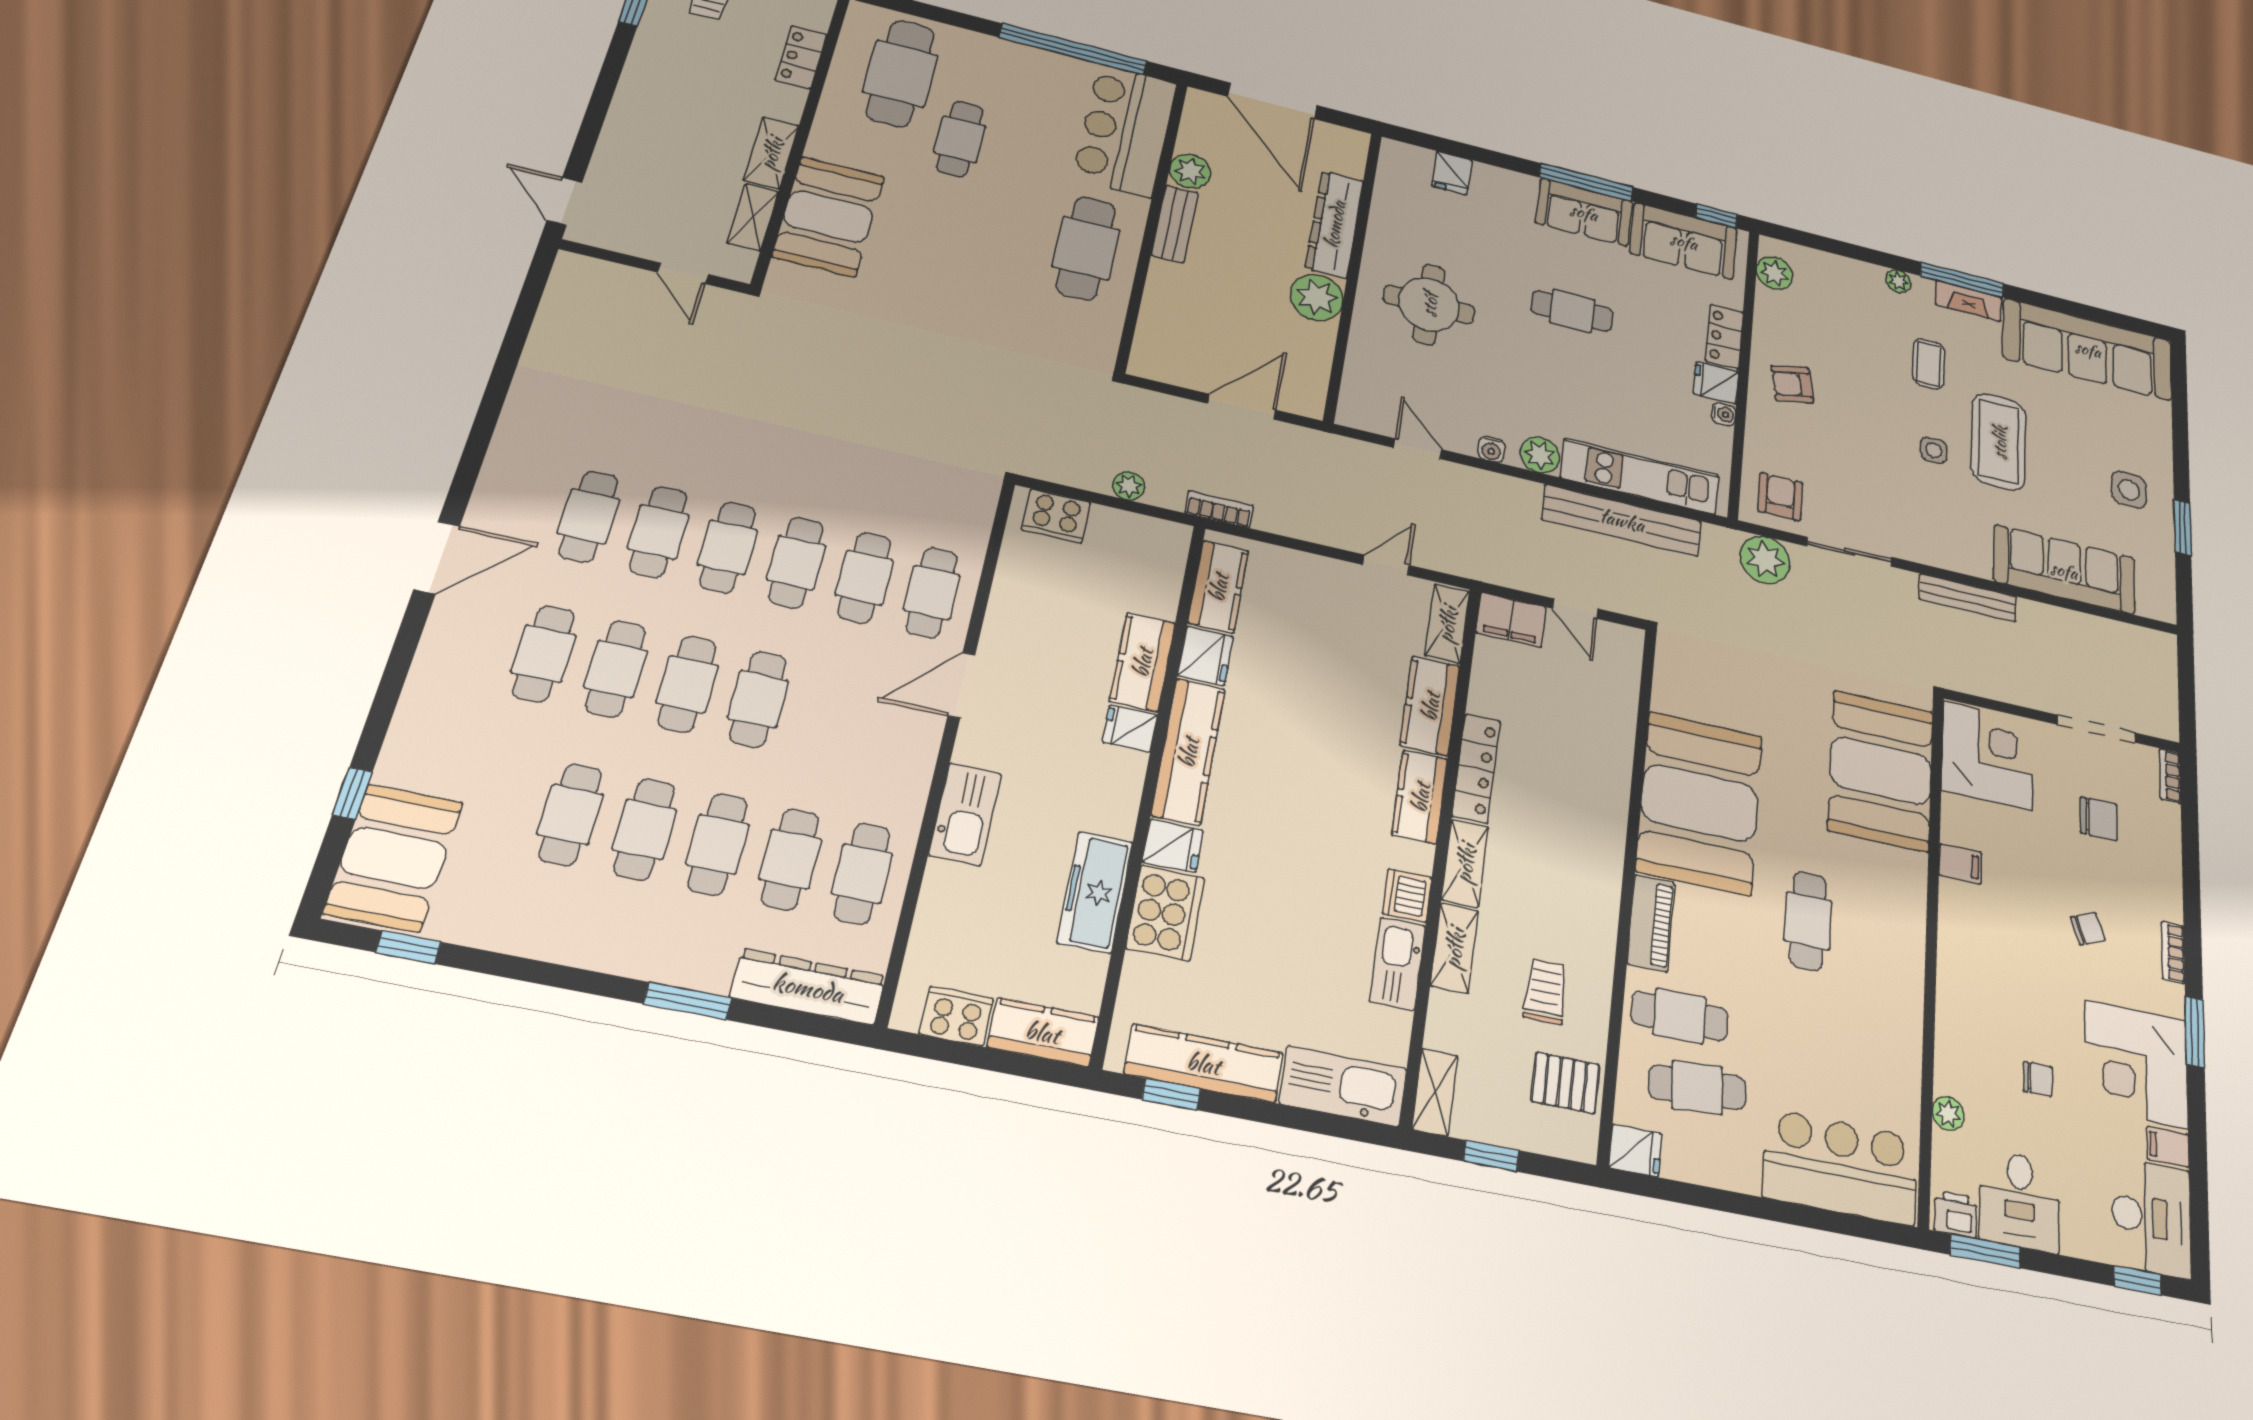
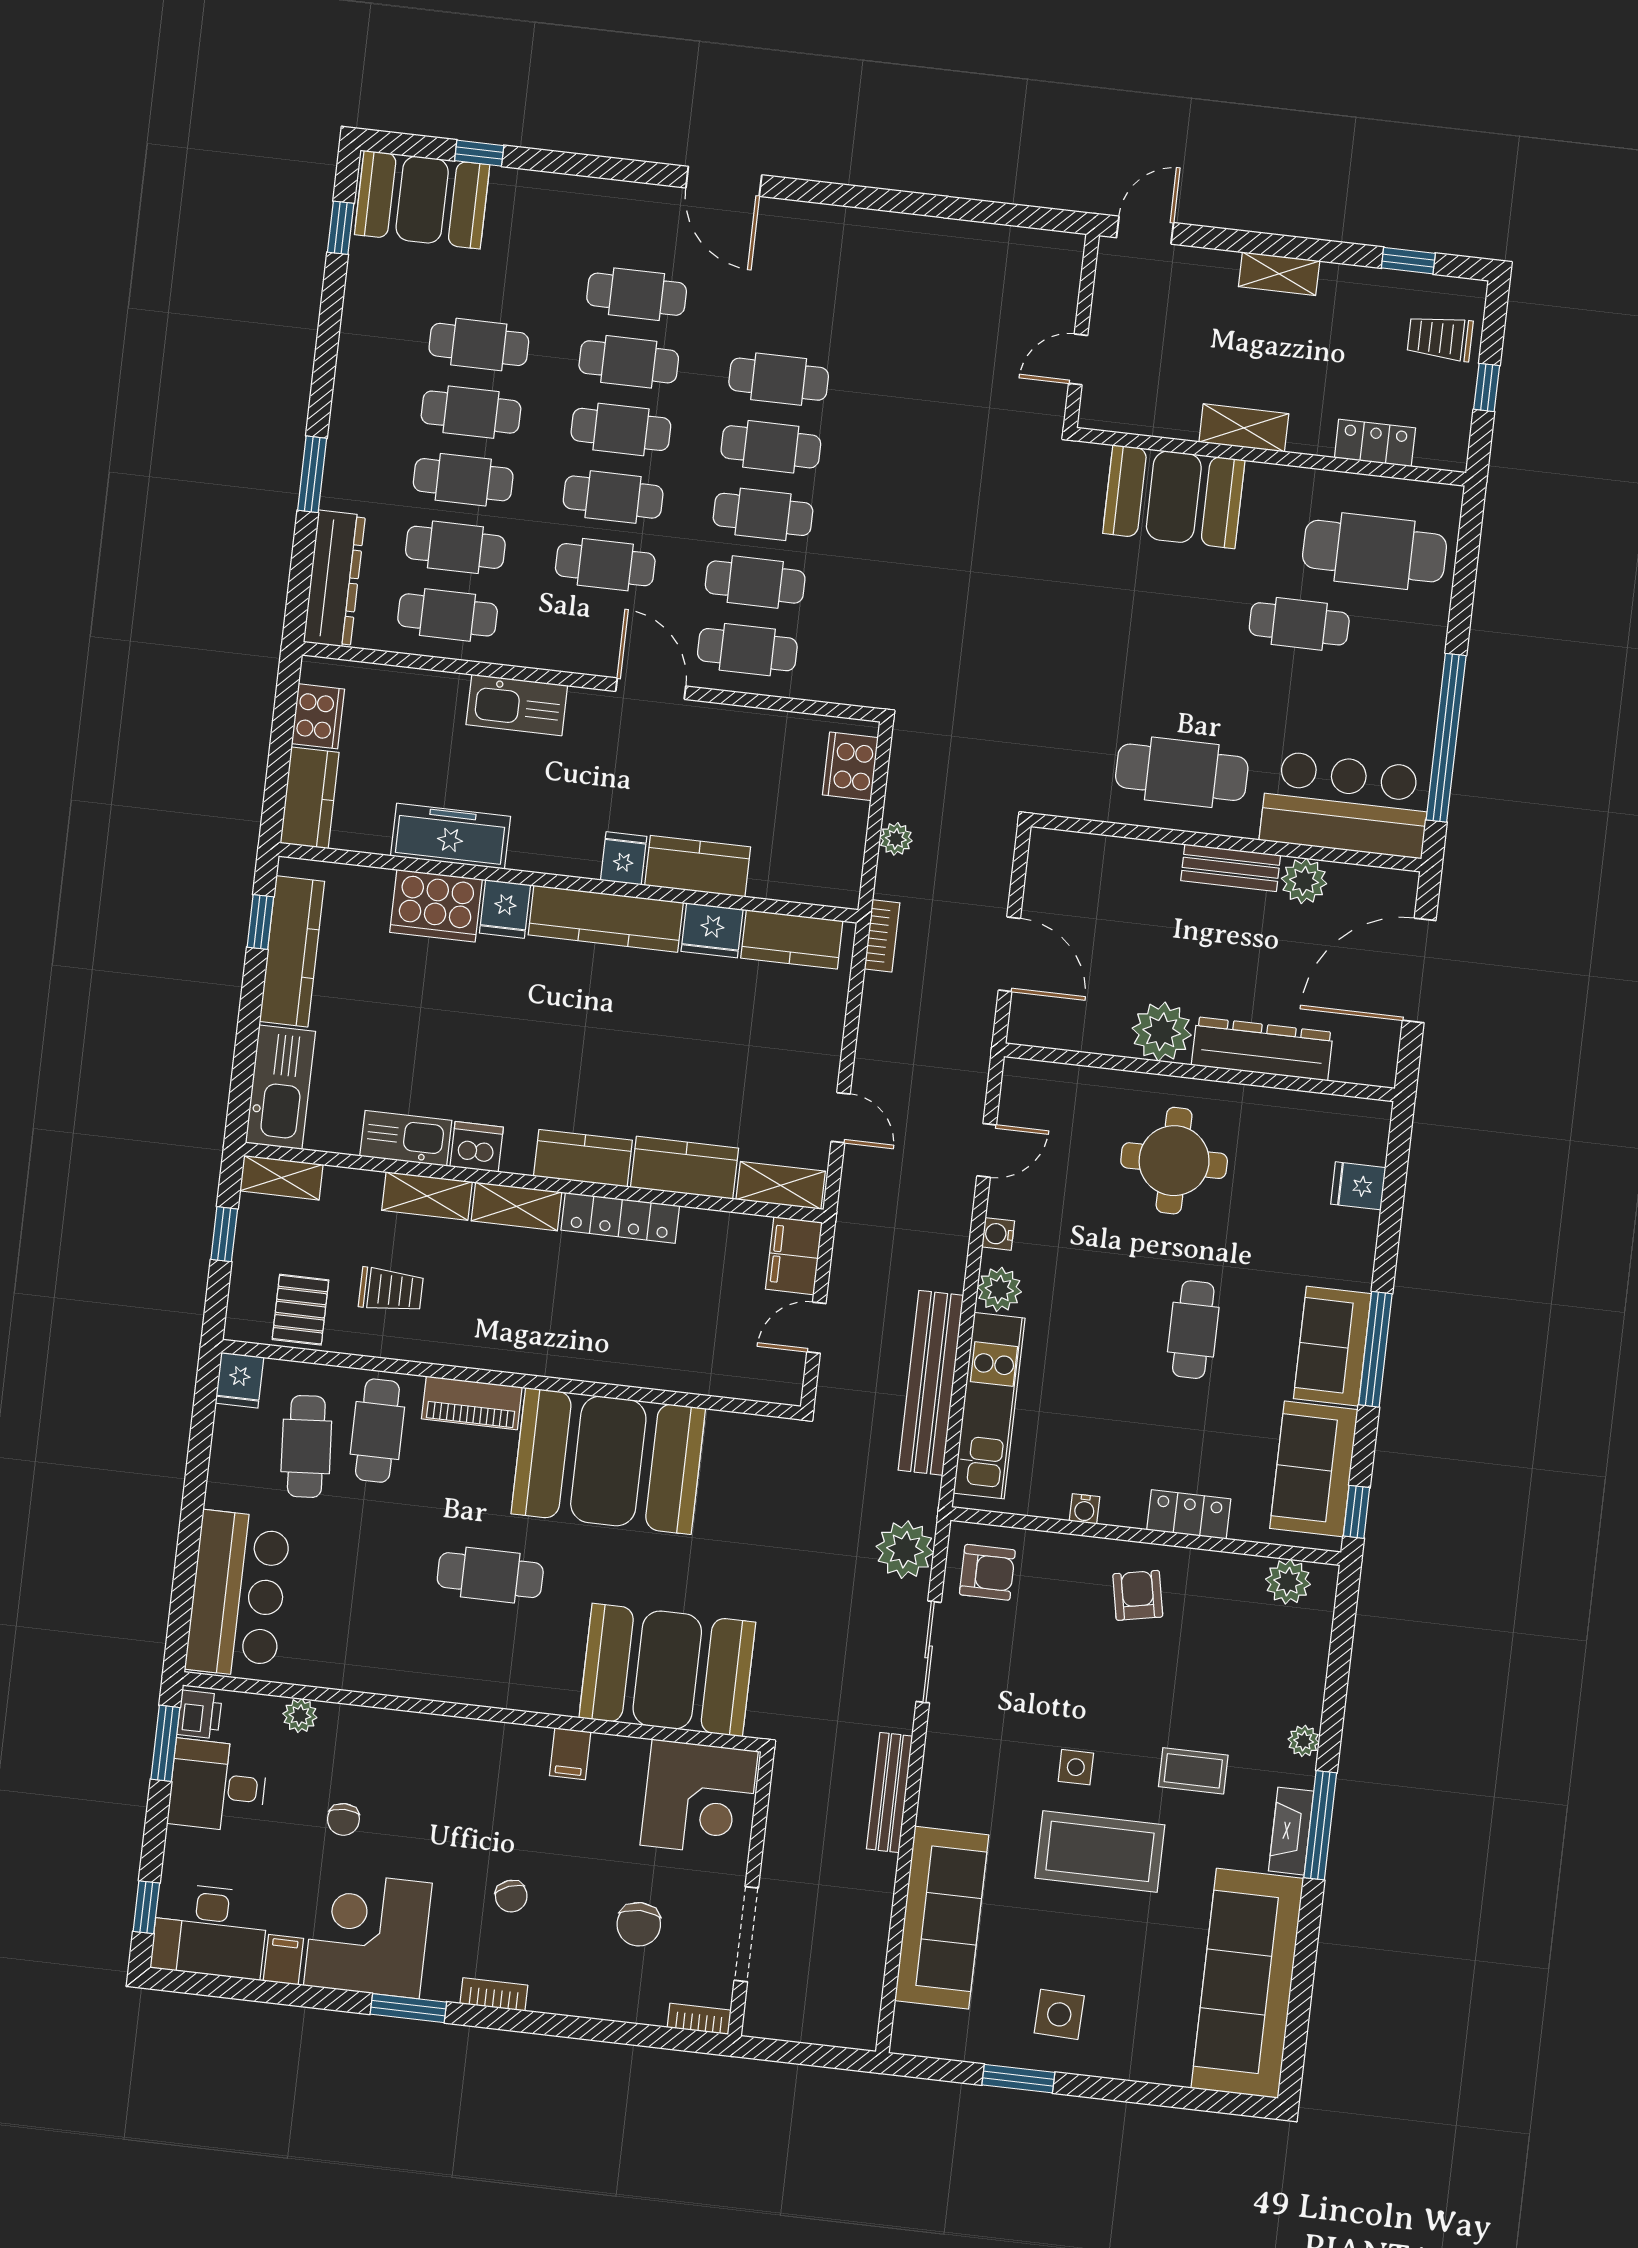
shelving: (753, 217) -> (1279, 274), moved
fridge: (1716, 383) -> (1125, 1501), removed
cafe table: (588, 516) -> (605, 565), moved

